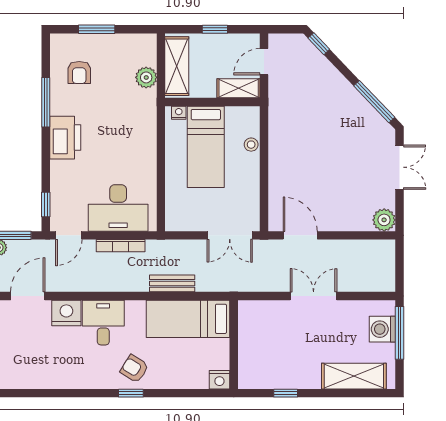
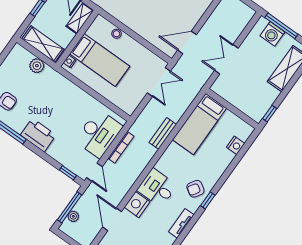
bed: (188, 319) -> (199, 124), moved
wall: (234, 345) -> (232, 109), moved
tv unit: (82, 381) -> (181, 223), added

